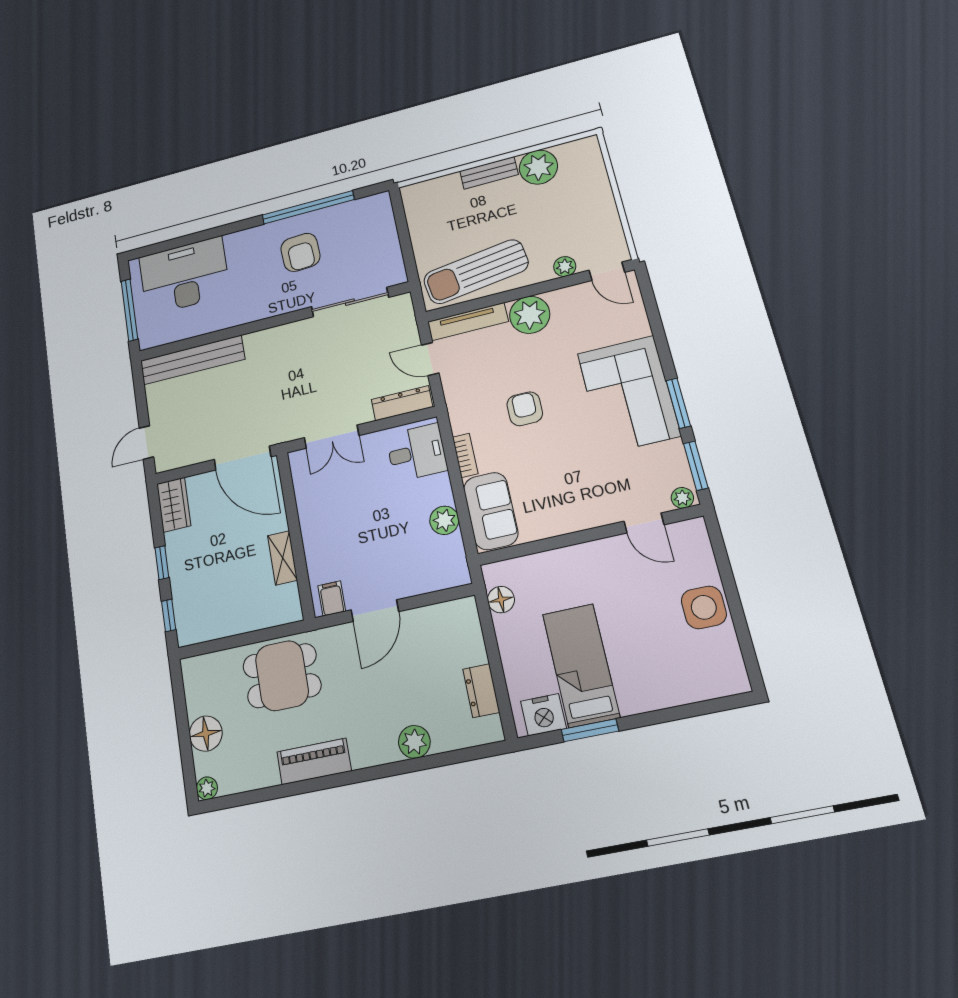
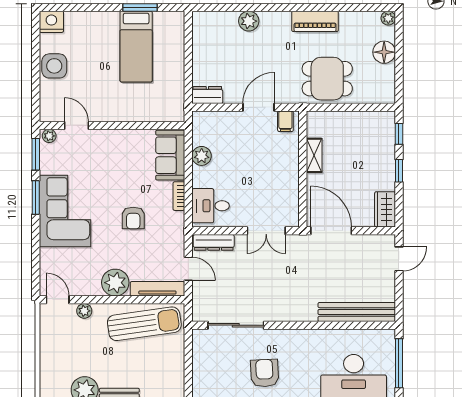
double door: (332, 437) -> (266, 231), swing flipped
floor lamp: (501, 600) -> (176, 97), removed
dresser: (481, 691) -> (207, 95), moved, turned -90
nightstand: (543, 715) -> (51, 22), moved

